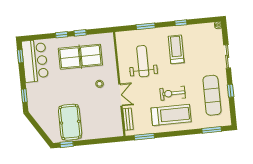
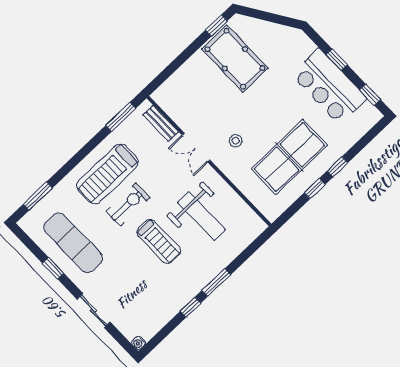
window: (146, 26) -> (216, 282), moved
treadmill: (176, 49) -> (159, 242), moved
bar counter: (35, 61) -> (329, 87), moved
window: (24, 96) -> (337, 60), moved

